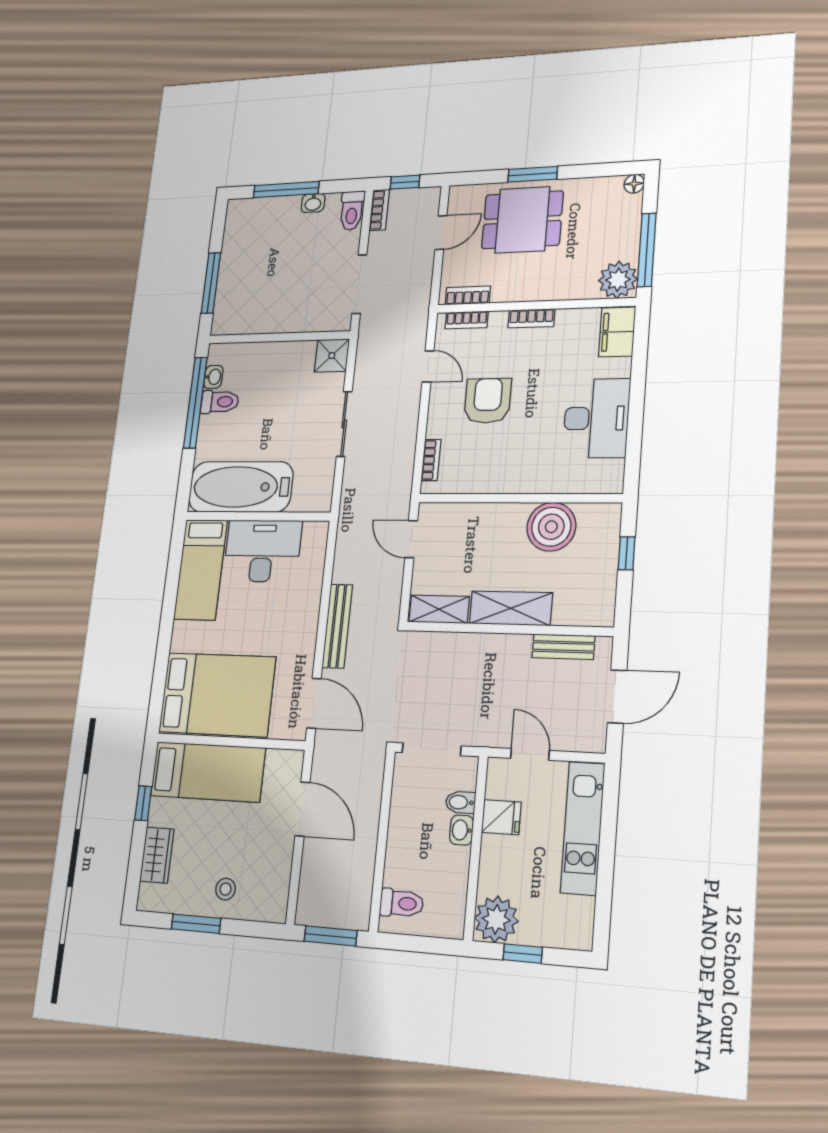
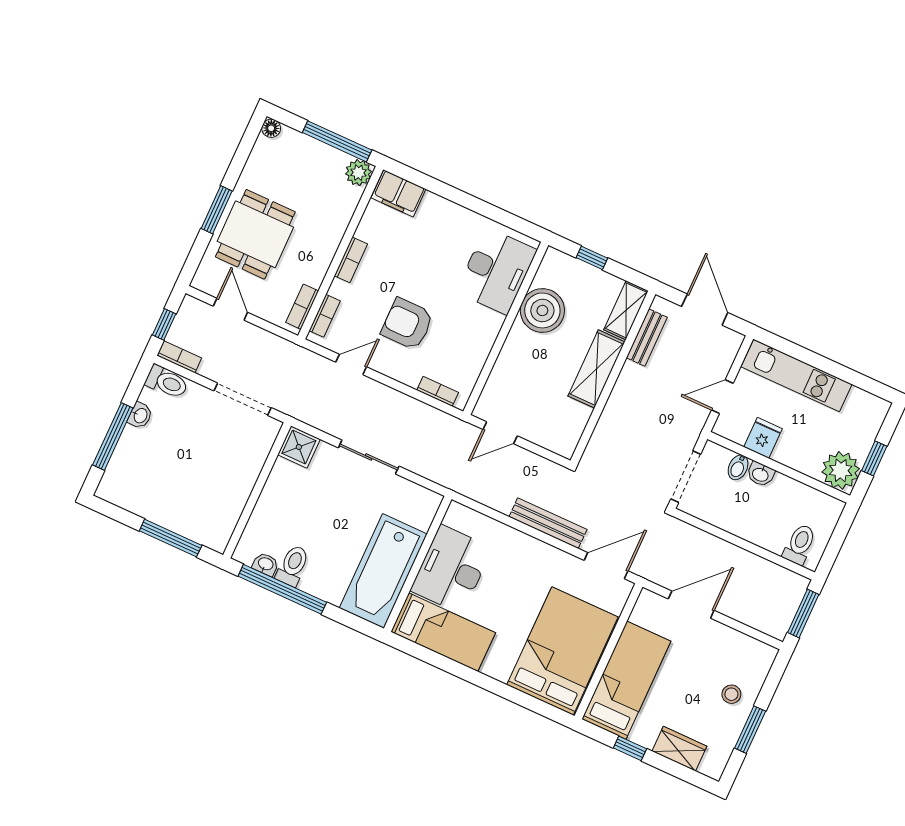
plant: (618, 280) -> (358, 173), width x0.73, depth x0.73
desk: (596, 418) -> (496, 271), moved, turned 90
shelving: (439, 609) -> (626, 310), moved

